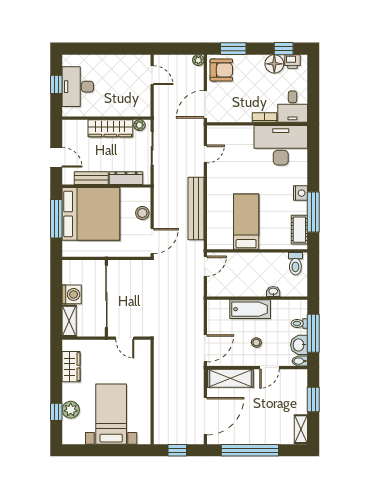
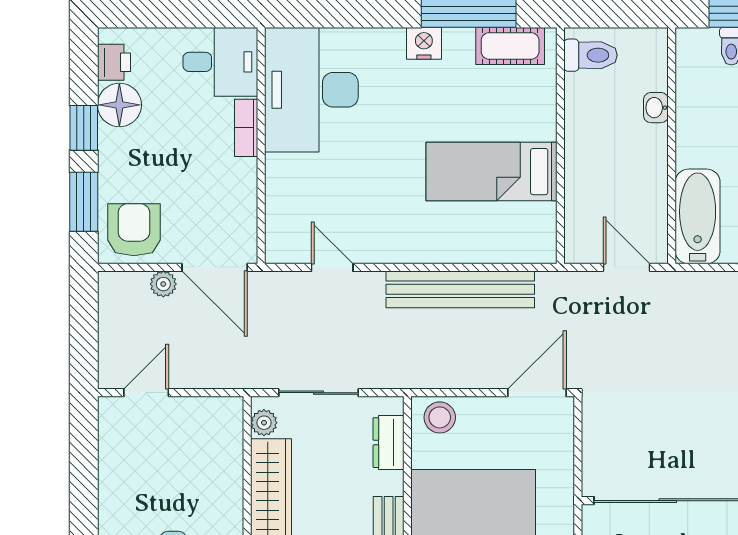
window: (284, 49) -> (84, 128), moved
plant: (198, 60) -> (163, 284), moved
dresser: (126, 178) -> (389, 443), width x0.70
stool: (142, 213) -> (440, 417), moved
door: (152, 241) -> (537, 393), hinge flipped
door: (205, 266) -> (626, 267), moved
bathtub: (250, 309) -> (698, 216), moved

